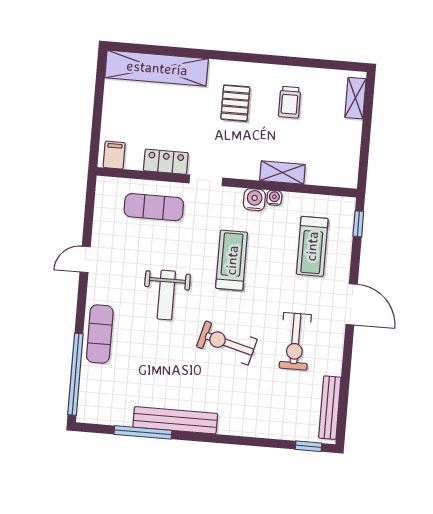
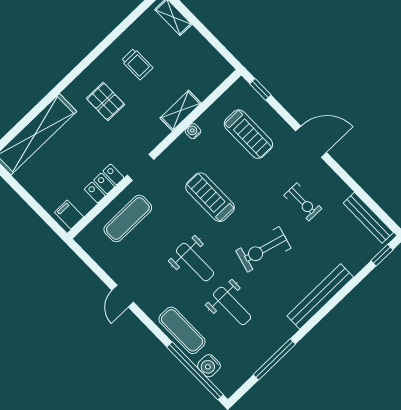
water cooler: (254, 200) -> (209, 366), moved, turned -90
exercise bike: (295, 341) -> (303, 202), width x0.73, depth x0.72
weight bench: (157, 358) -> (232, 306), added
bench: (175, 420) -> (320, 296), moved

